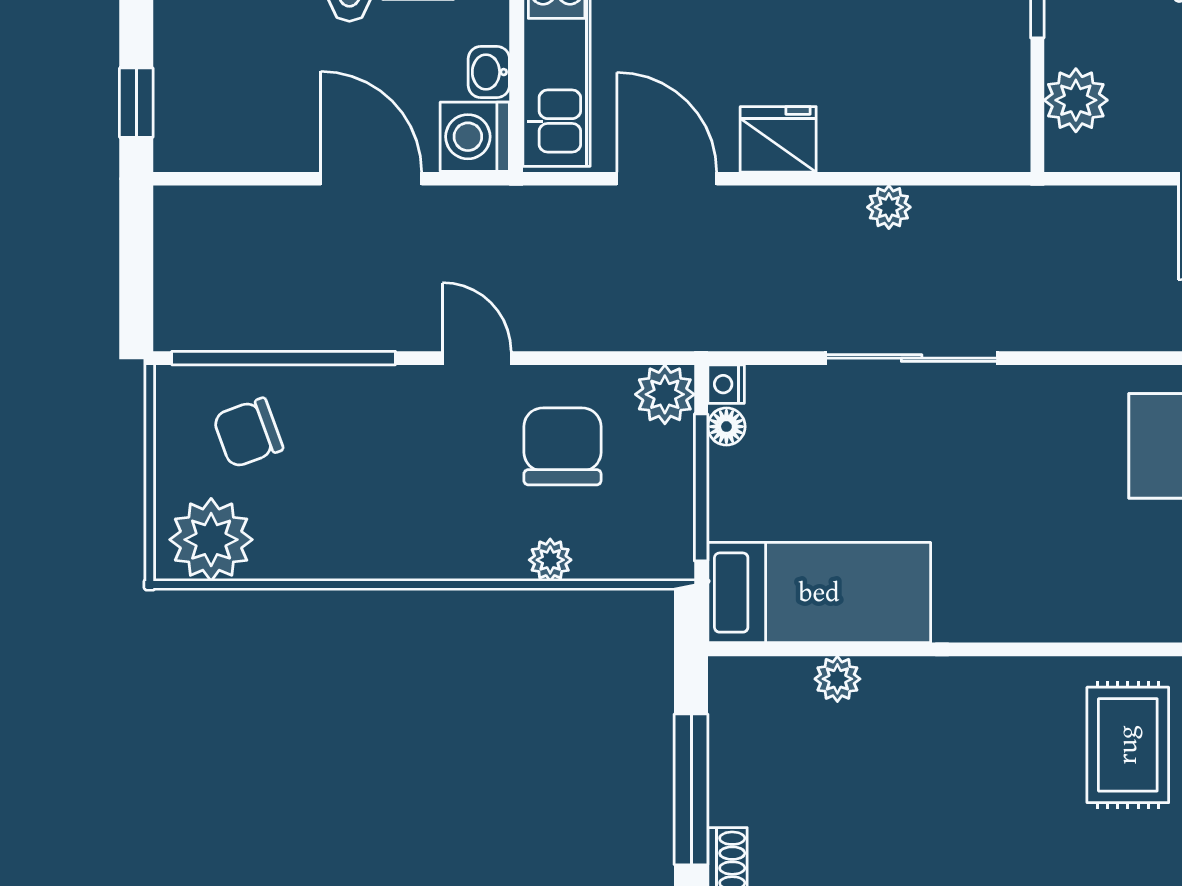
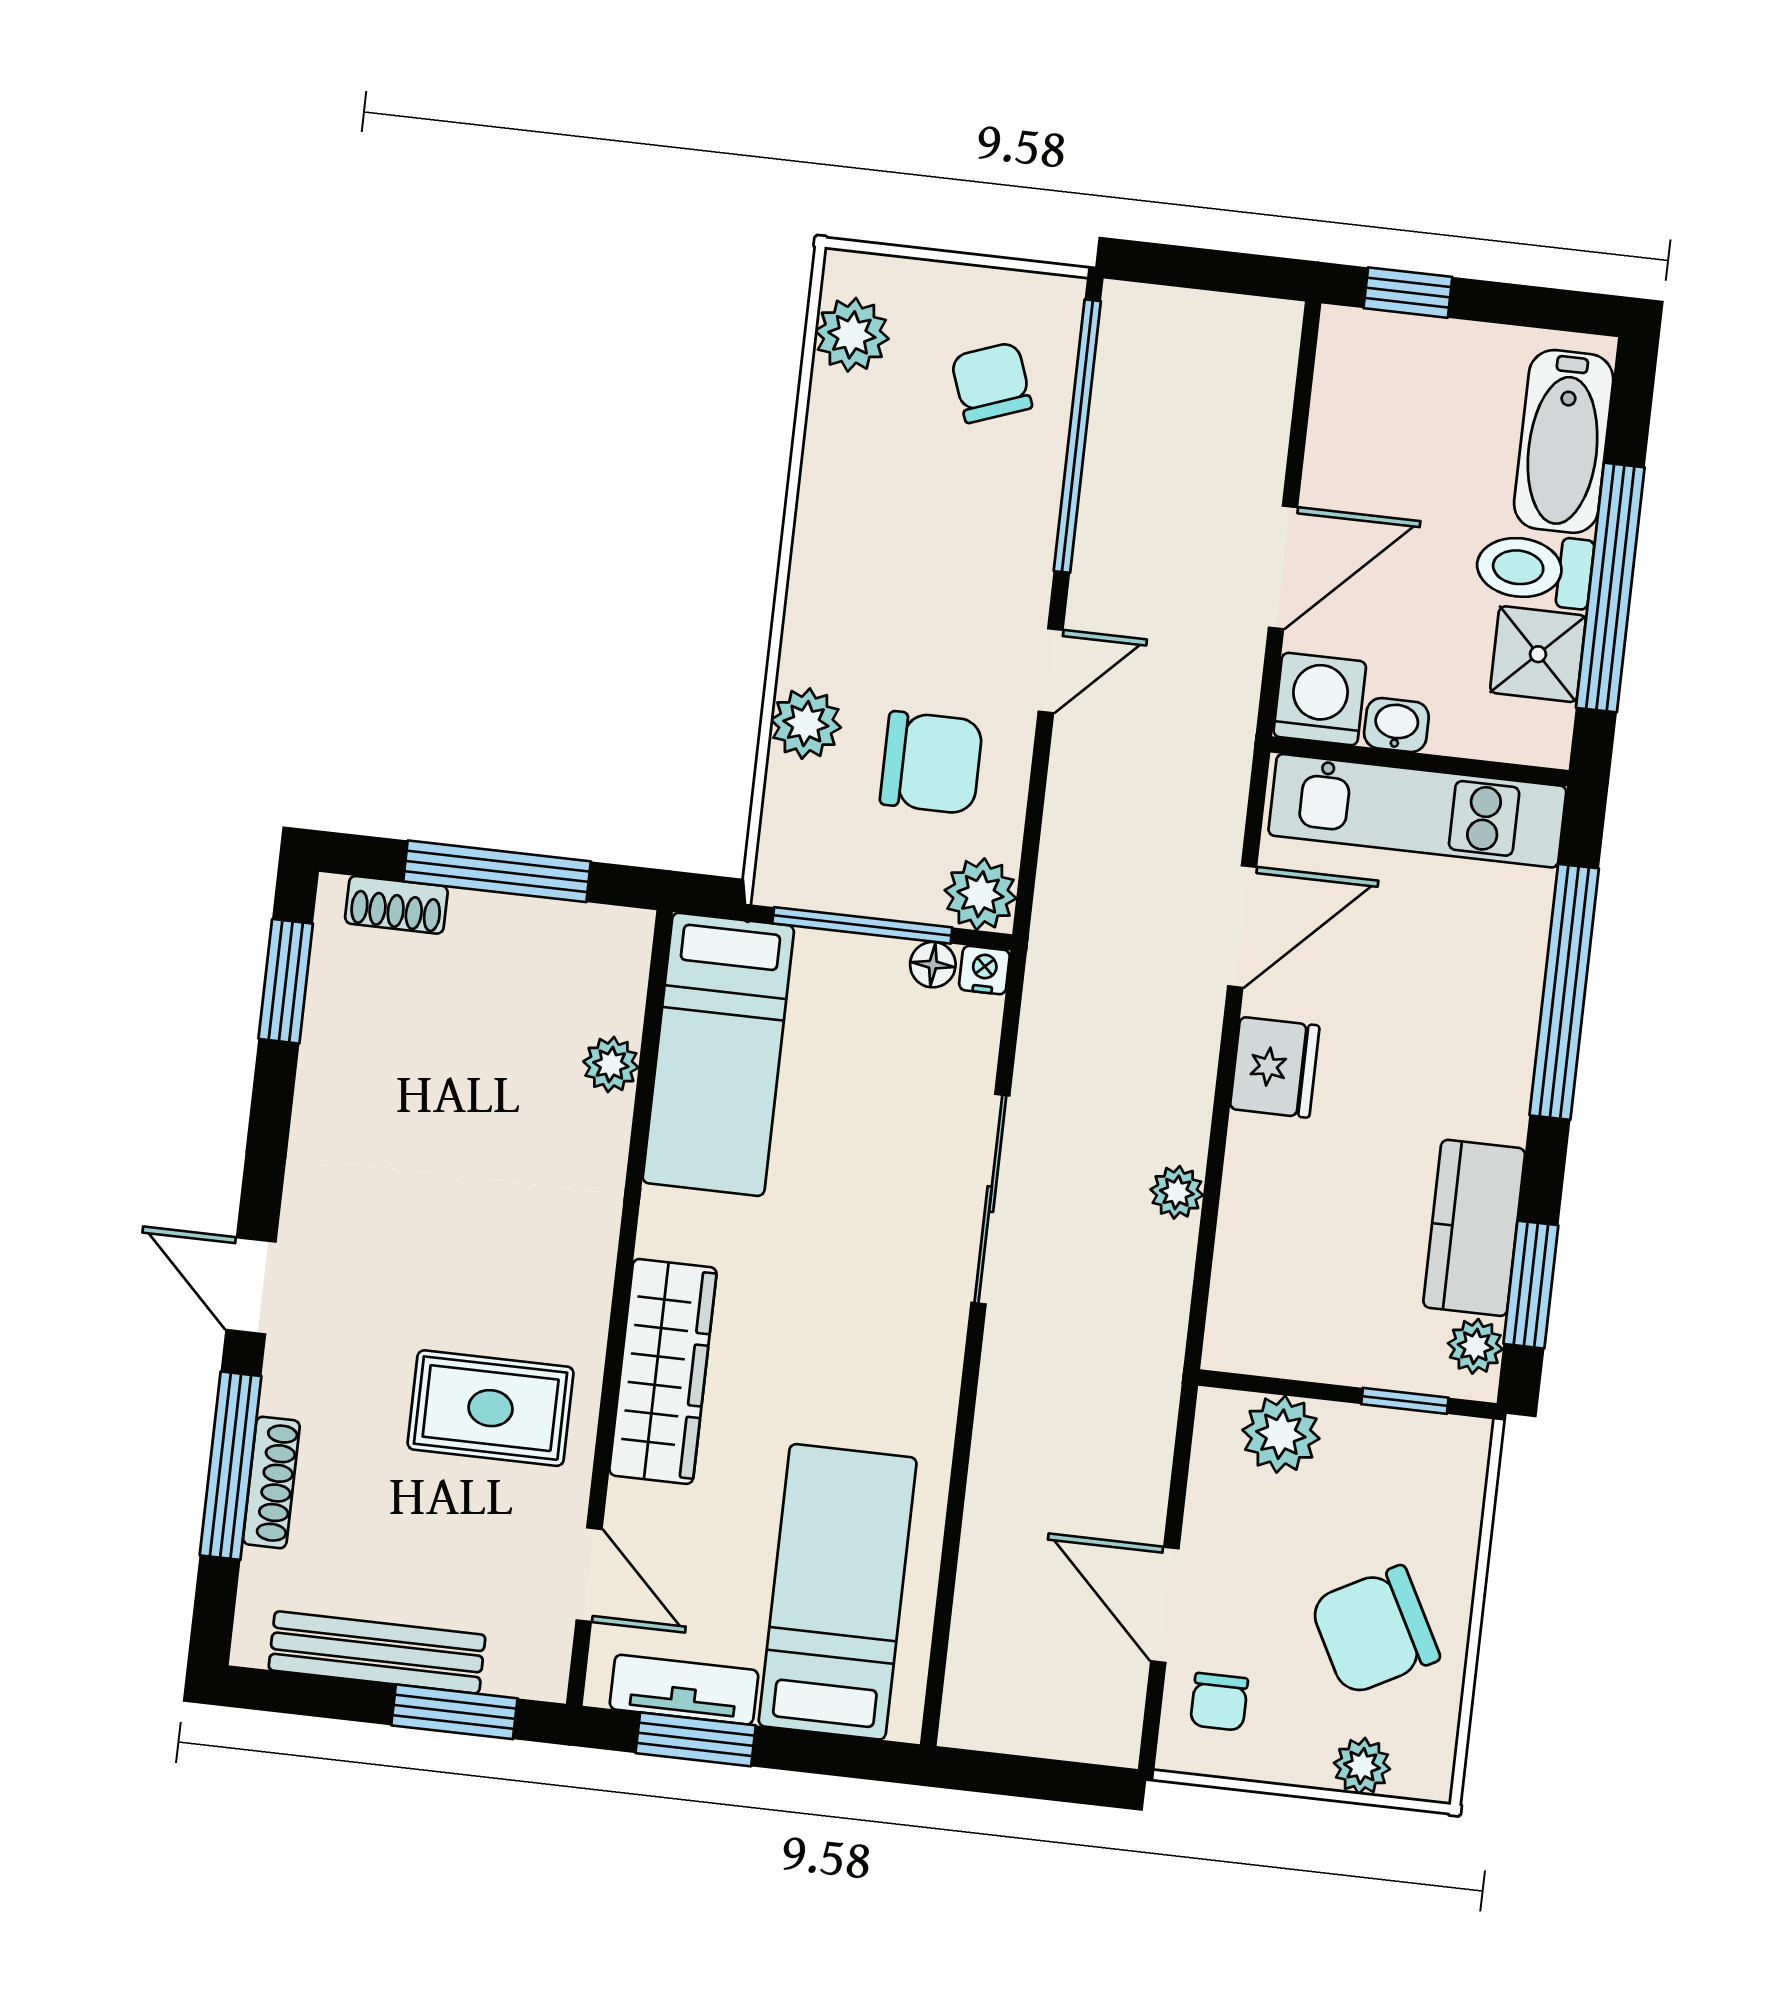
plant: (211, 540) -> (852, 335), width x0.73, depth x0.73
plant: (550, 560) -> (806, 724), width x1.38, depth x1.38
wardrobe: (1082, 608) -> (663, 1371), added

